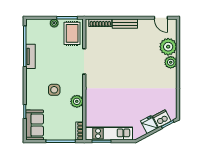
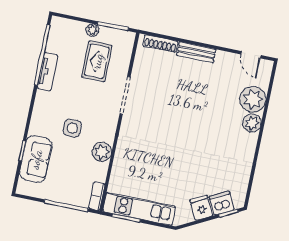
rug: (72, 33) -> (97, 61), moved
sofa: (35, 125) -> (36, 159), moved

